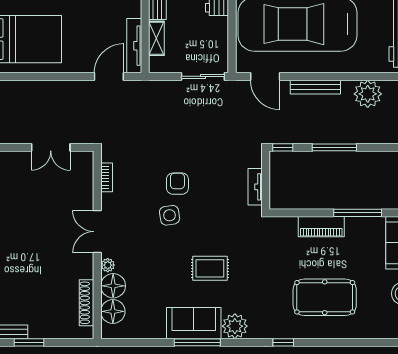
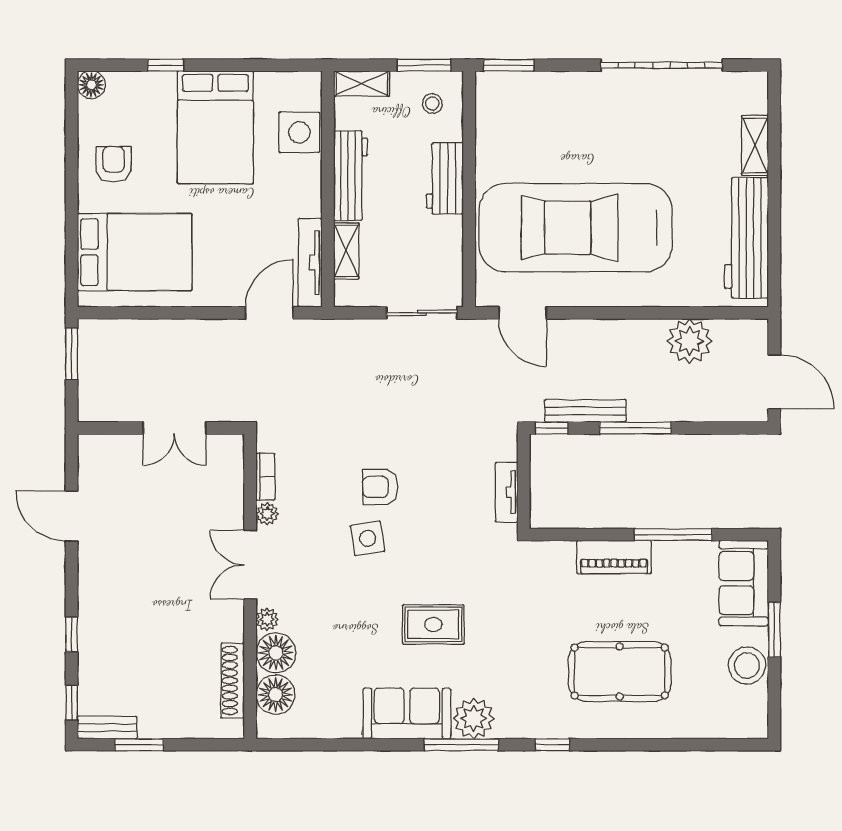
bench: (315, 87) -> (585, 411), moved
armchair: (177, 184) -> (380, 487), turned -90
plant: (108, 200) -> (267, 514), added
window: (197, 342) -> (461, 745), moved

